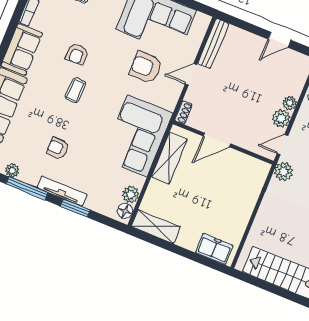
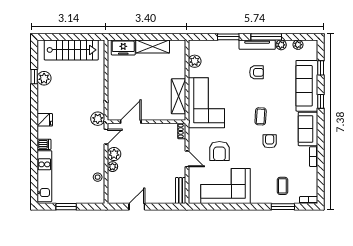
bench: (213, 43) -> (181, 191), width x0.73
armchair: (146, 67) -> (219, 151), turned 90
door: (191, 74) -> (187, 159), hinge flipped
door: (217, 140) -> (131, 122), moved
tv unit: (62, 191) -> (257, 45), moved
floor lamp: (125, 211) -> (194, 49), removed
shelving: (156, 227) -> (153, 46), moved

